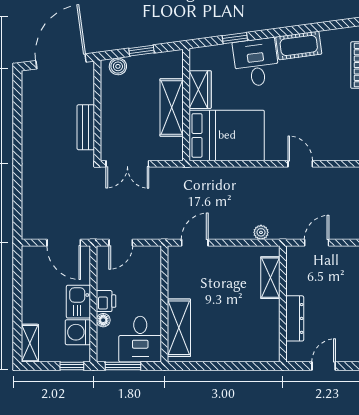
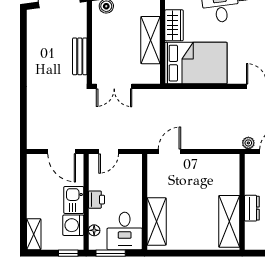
plant: (261, 232) -> (248, 143), moved
shelving: (270, 278) -> (229, 221), moved, width x1.50, depth x1.33
dresser: (295, 318) -> (252, 208), width x0.70
floor lamp: (103, 320) -> (94, 230), moved

